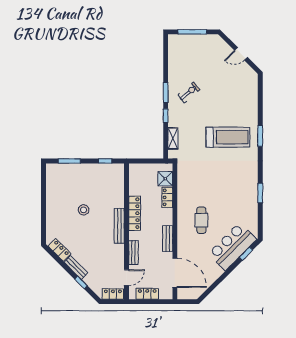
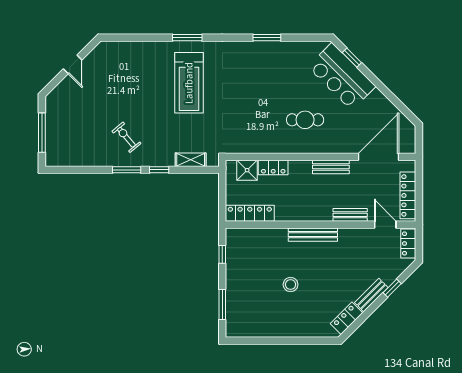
treadmill: (228, 137) -> (189, 83), turned 180
locker: (135, 213) -> (250, 213), moved
locker: (147, 294) -> (408, 195), width x1.53

